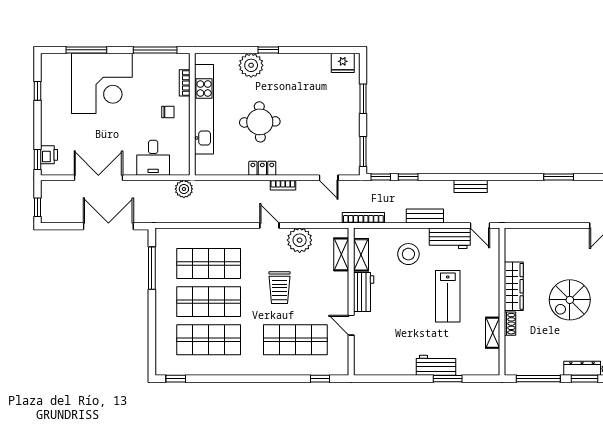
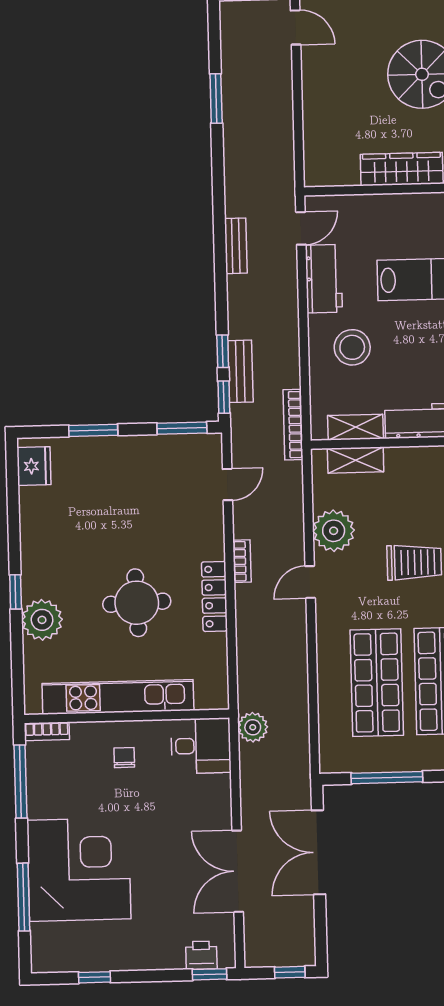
bookcase: (185, 83) -> (47, 731), moved
desk: (153, 158) -> (201, 746), moved
locker: (262, 168) -> (214, 596), width x1.53
bench: (425, 216) -> (240, 371), moved

